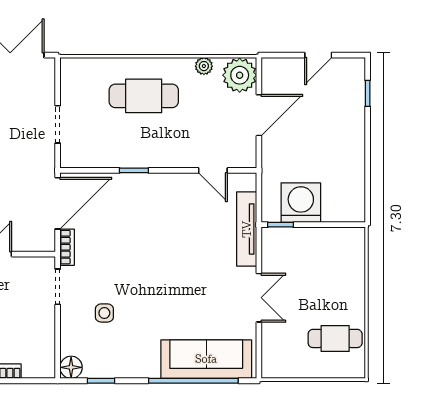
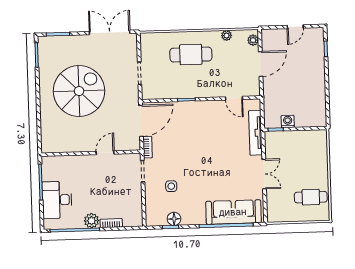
plant: (240, 75) -> (253, 40), width x0.53, depth x0.53
washing machine: (301, 203) -> (288, 122), width x0.53, depth x0.53
floor lamp: (71, 367) -> (174, 219), moved

